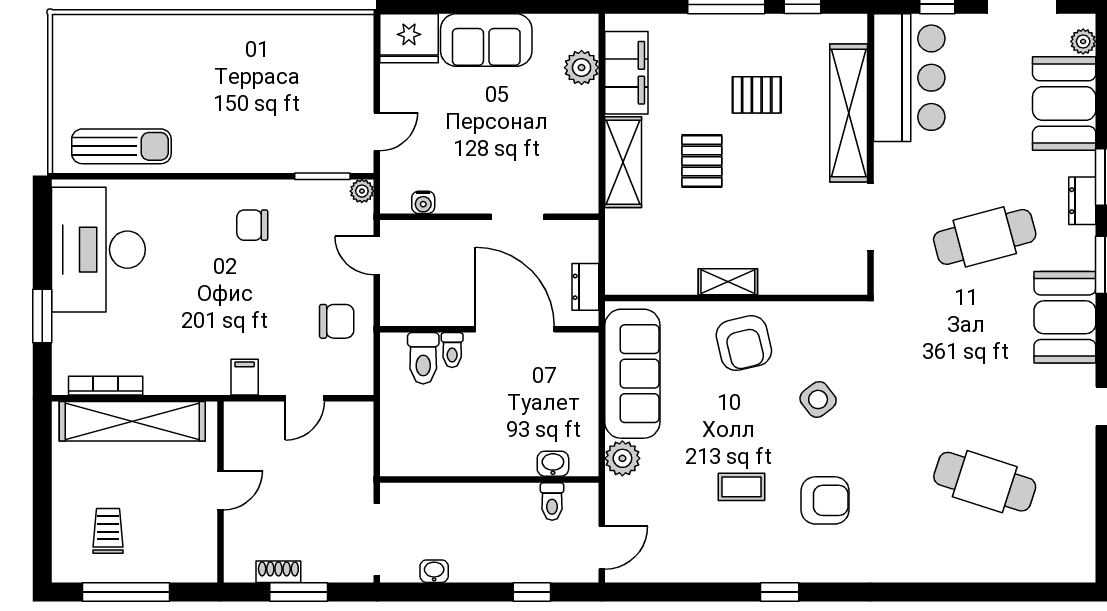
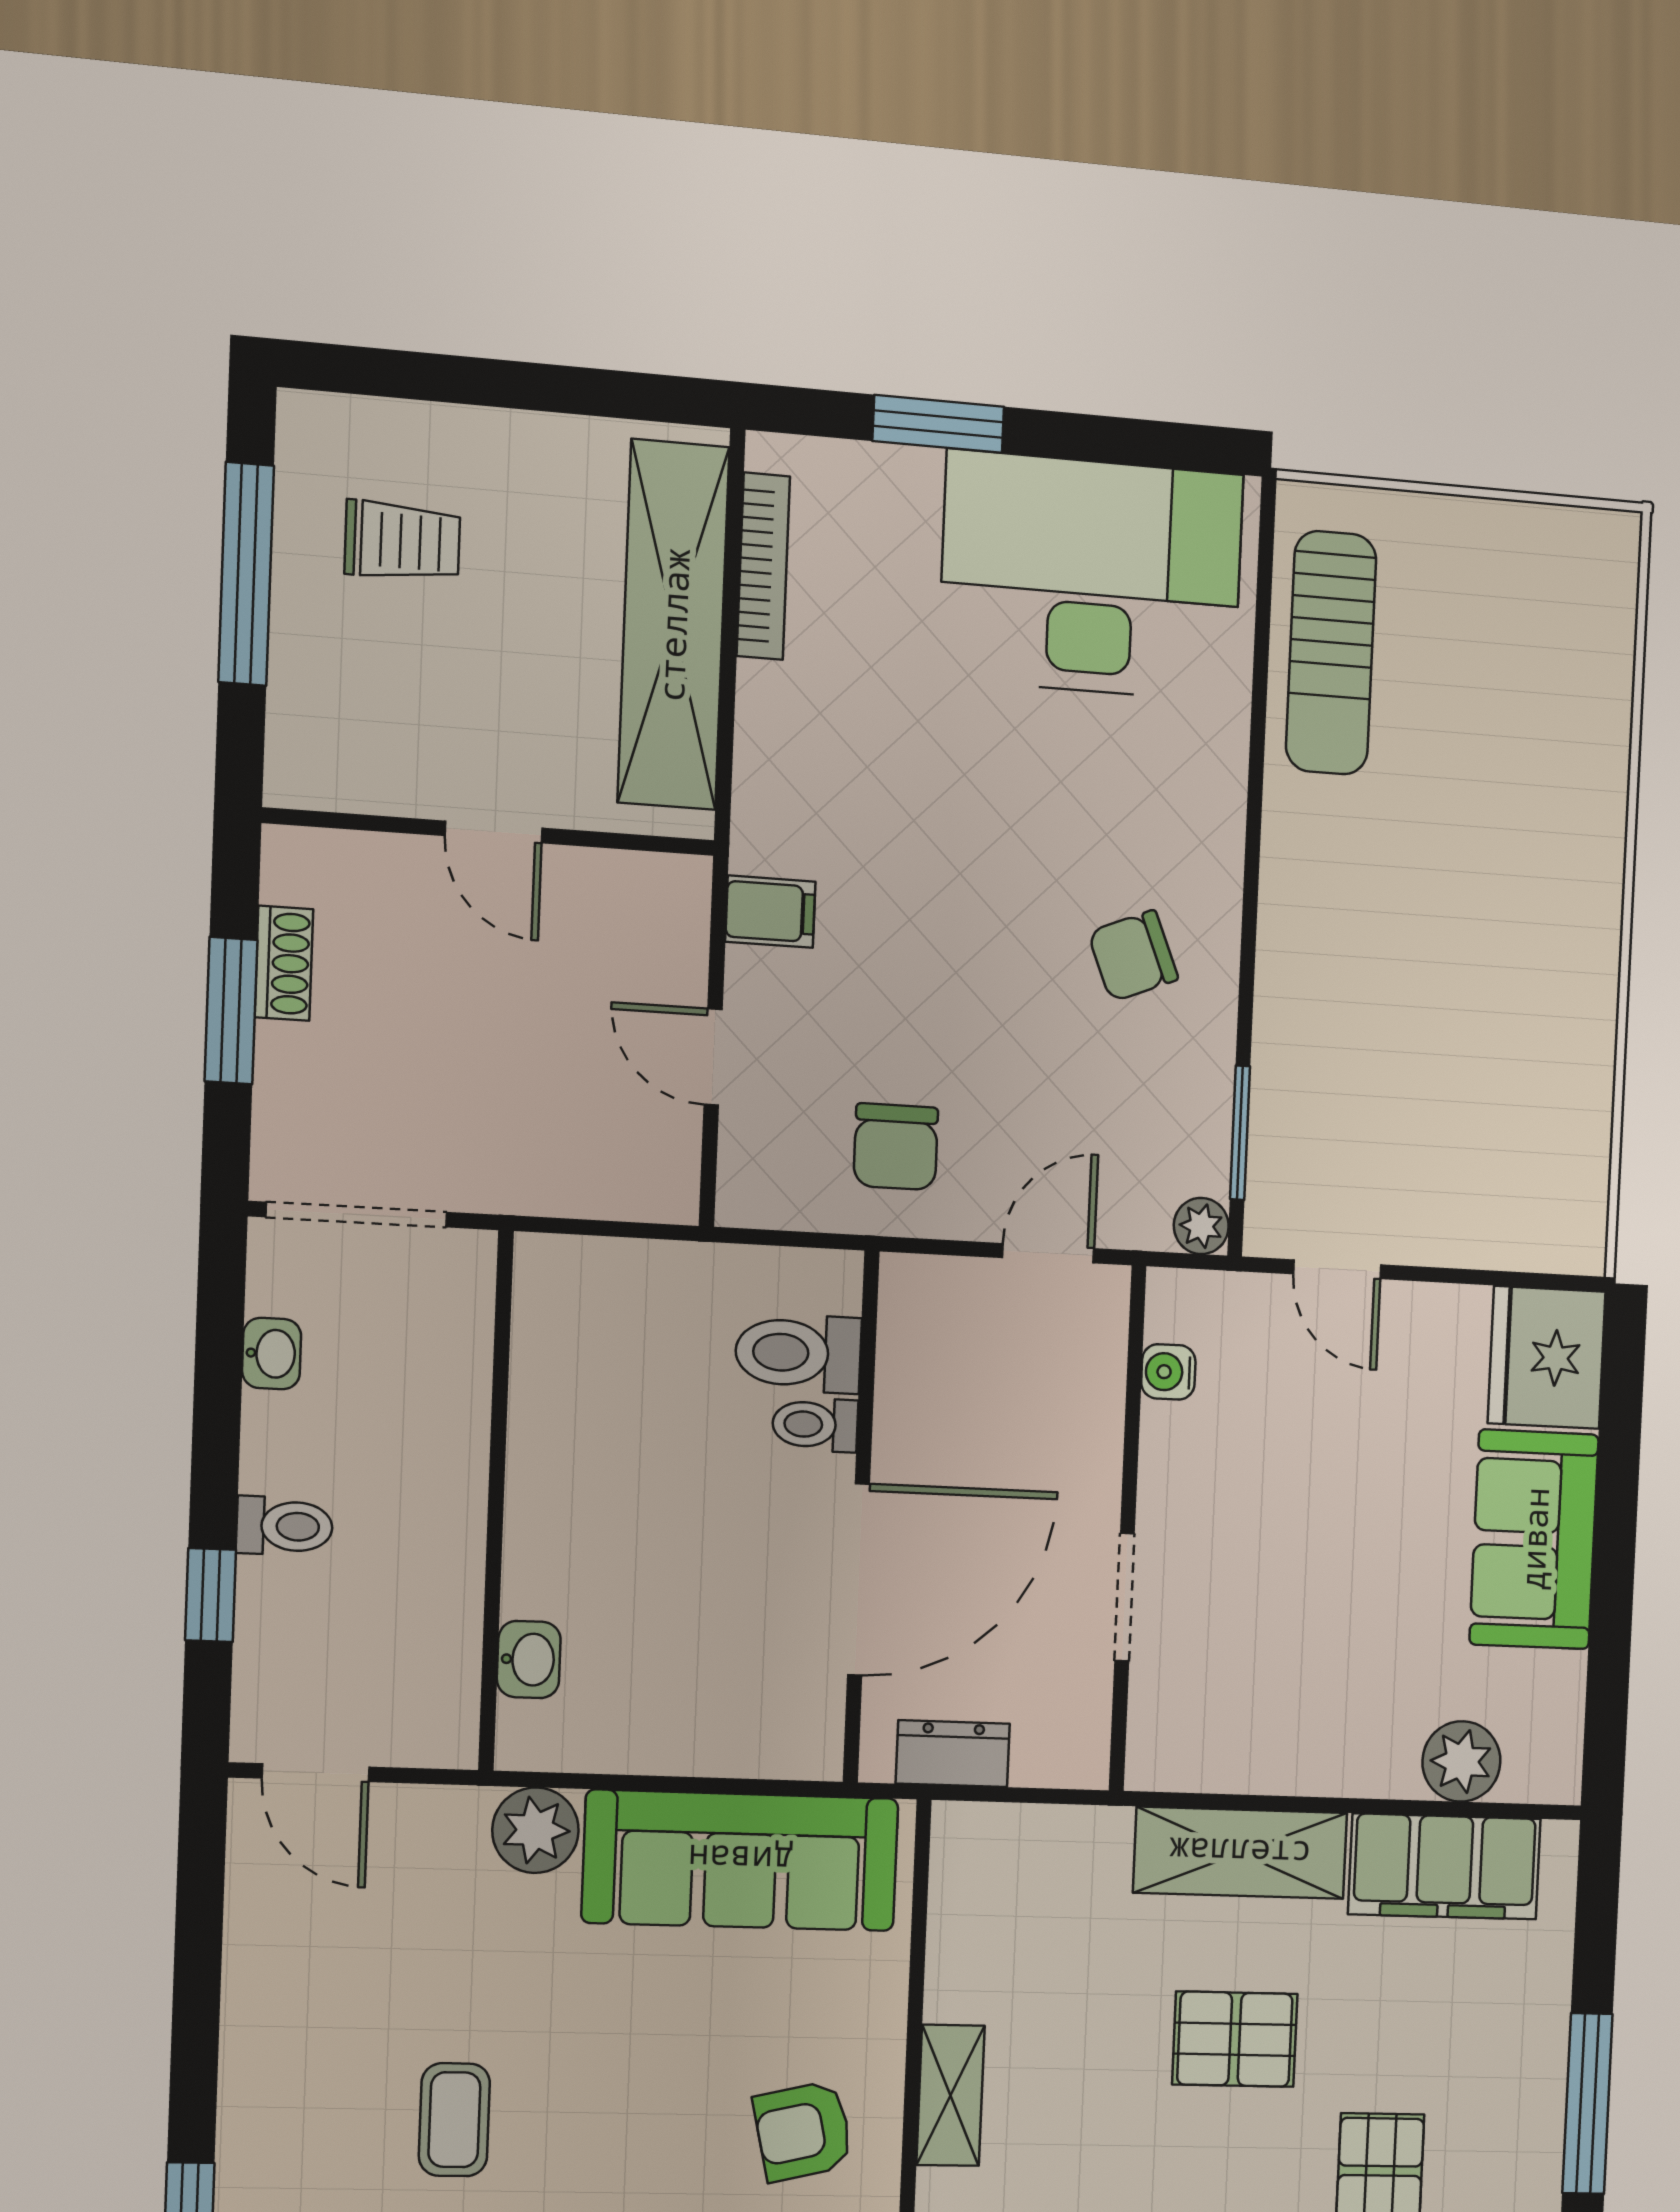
chair: (252, 225) -> (1133, 956), turned -112
armchair: (744, 343) -> (803, 2131), width x0.72, depth x0.72
toilet: (552, 501) -> (284, 1526), moved, turned 180

